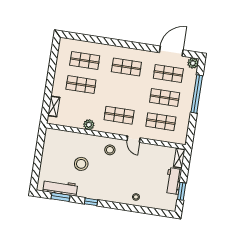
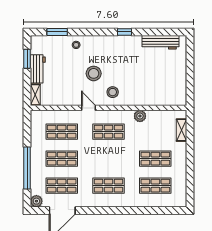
stool: (81, 164) -> (94, 73), moved
window: (60, 197) -> (57, 32), moved

